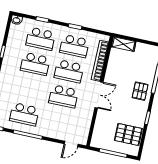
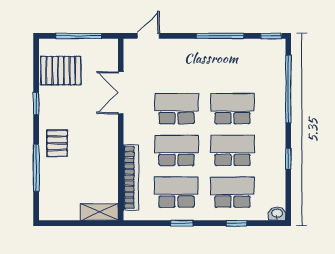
double door: (99, 95) -> (121, 93), moved
school desk: (24, 114) -> (232, 109), moved

